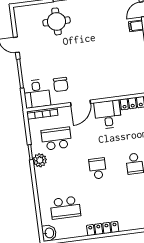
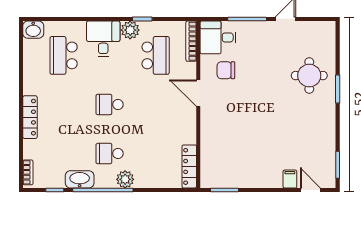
desk: (108, 114) -> (103, 39), moved, turned -90
school desk: (98, 168) -> (110, 104), turned 180
locker: (103, 229) -> (30, 117), moved

